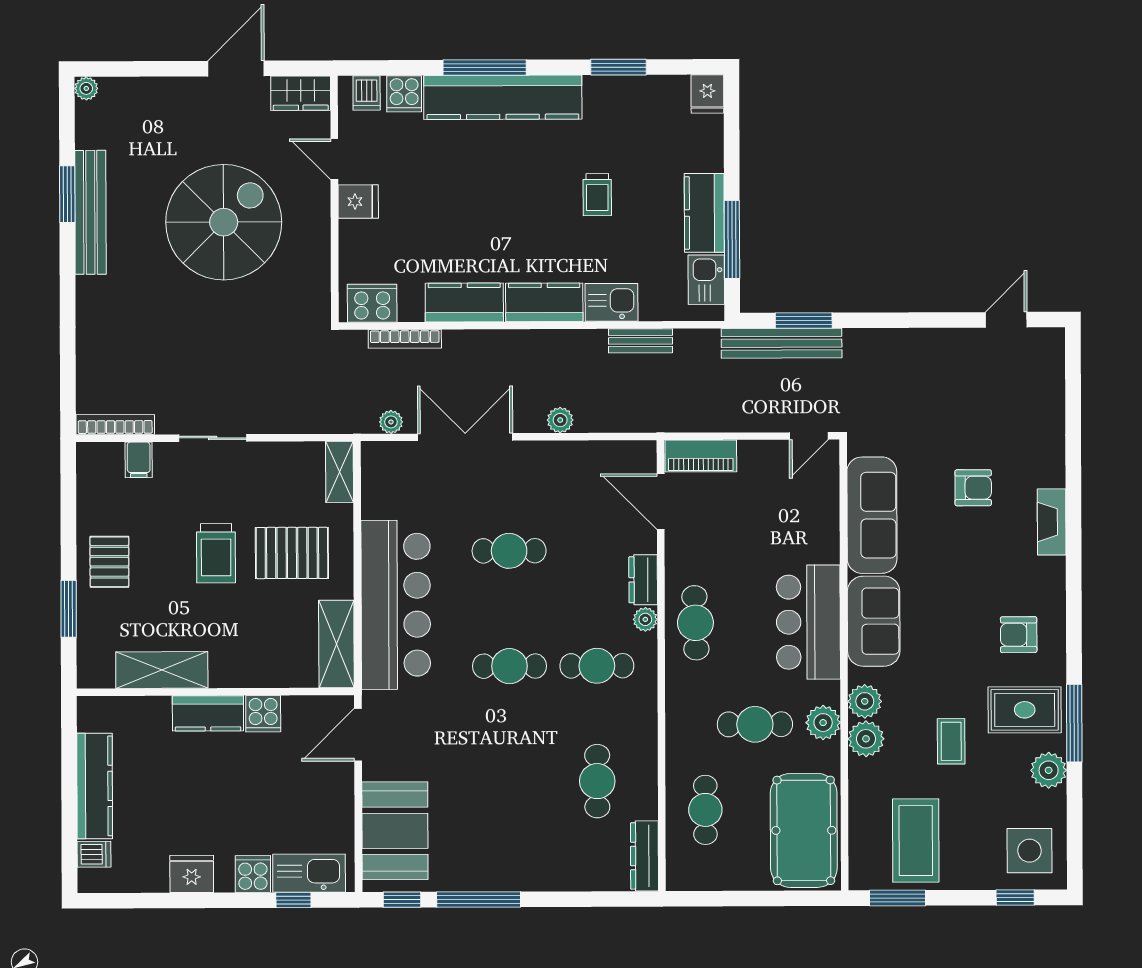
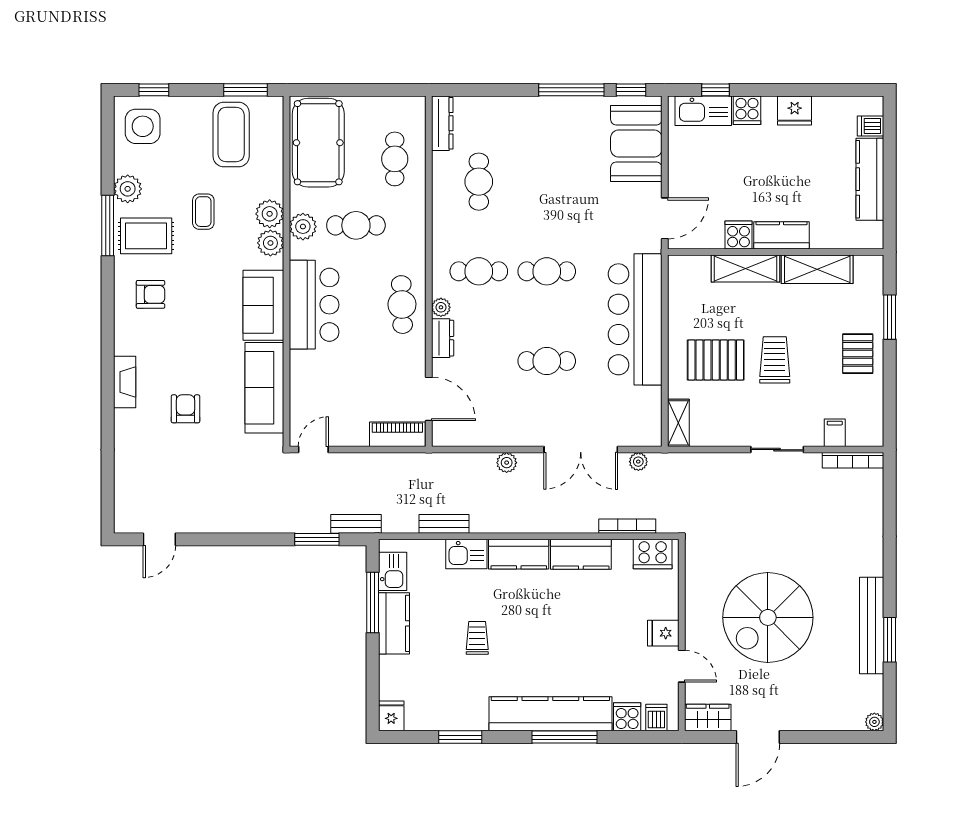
bench: (782, 343) -> (356, 524), width x0.54, depth x0.82
armchair: (973, 488) -> (186, 409), turned 90
shelving: (336, 644) -> (745, 269), moved, turned 90

